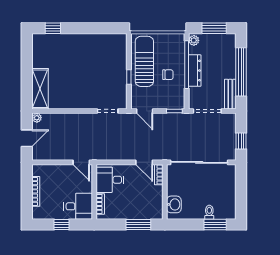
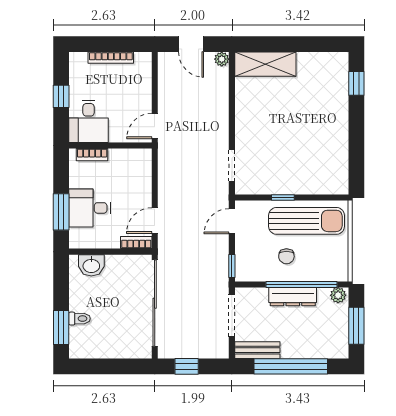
desk: (110, 180) -> (89, 208), moved, turned -90

